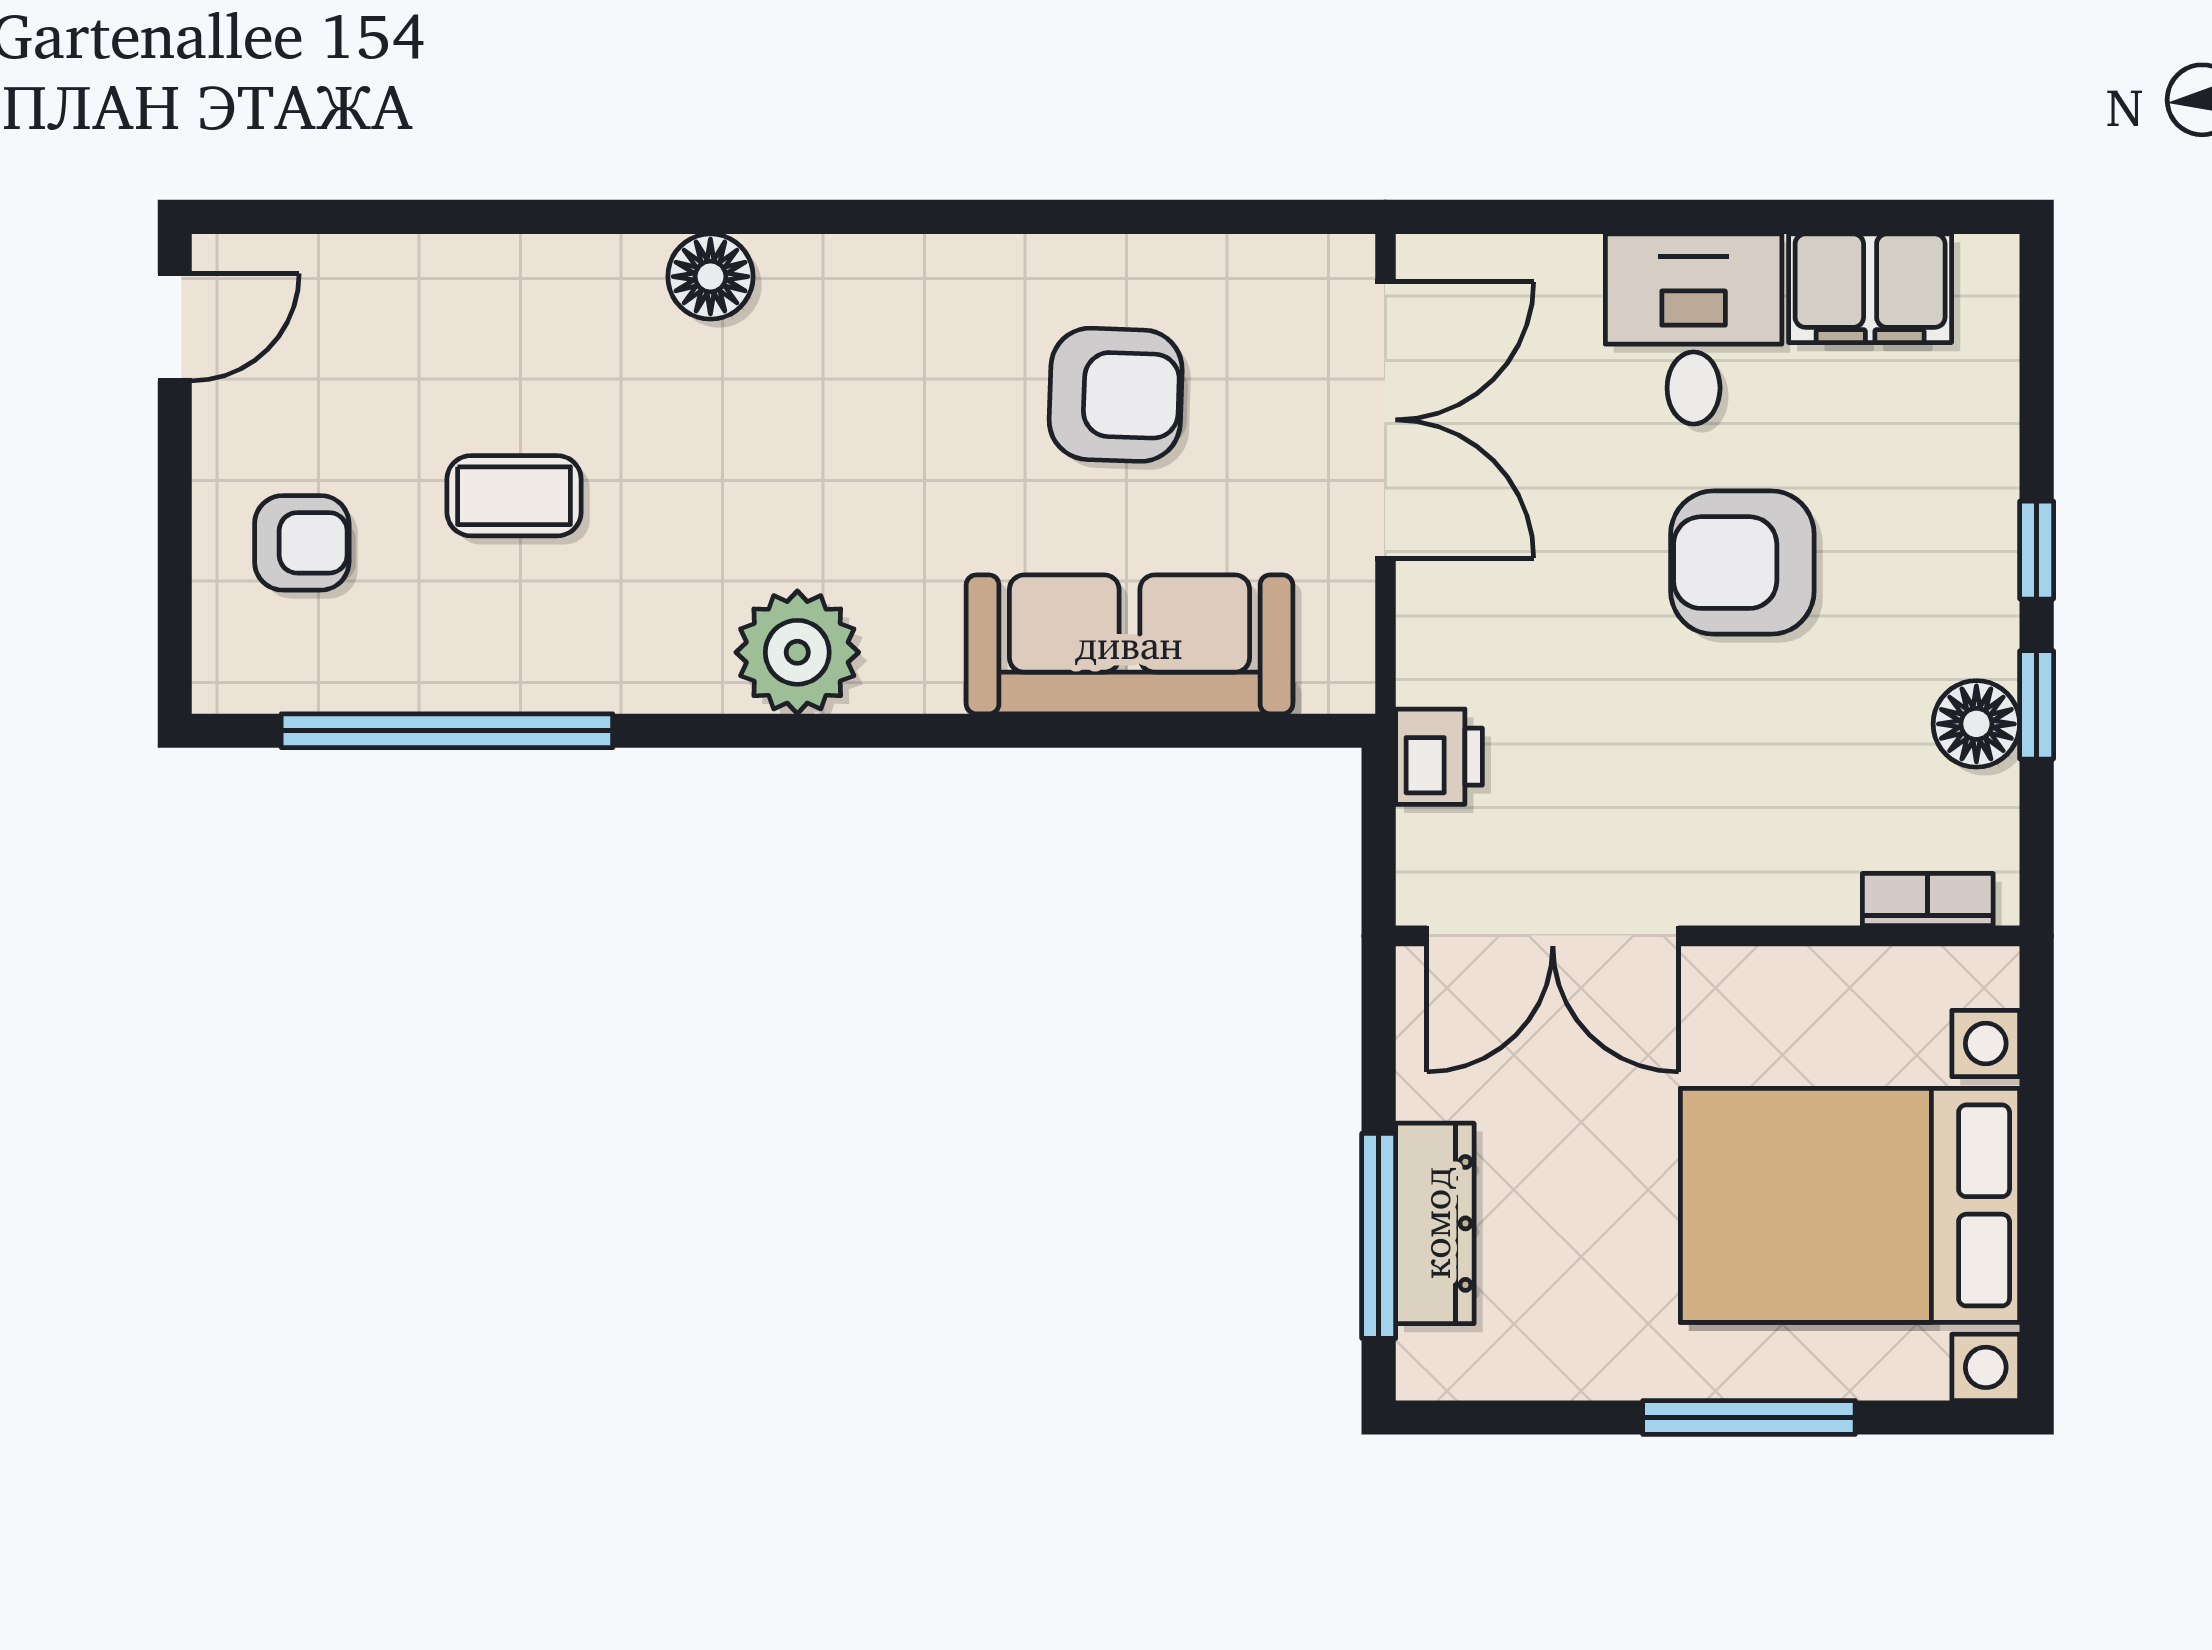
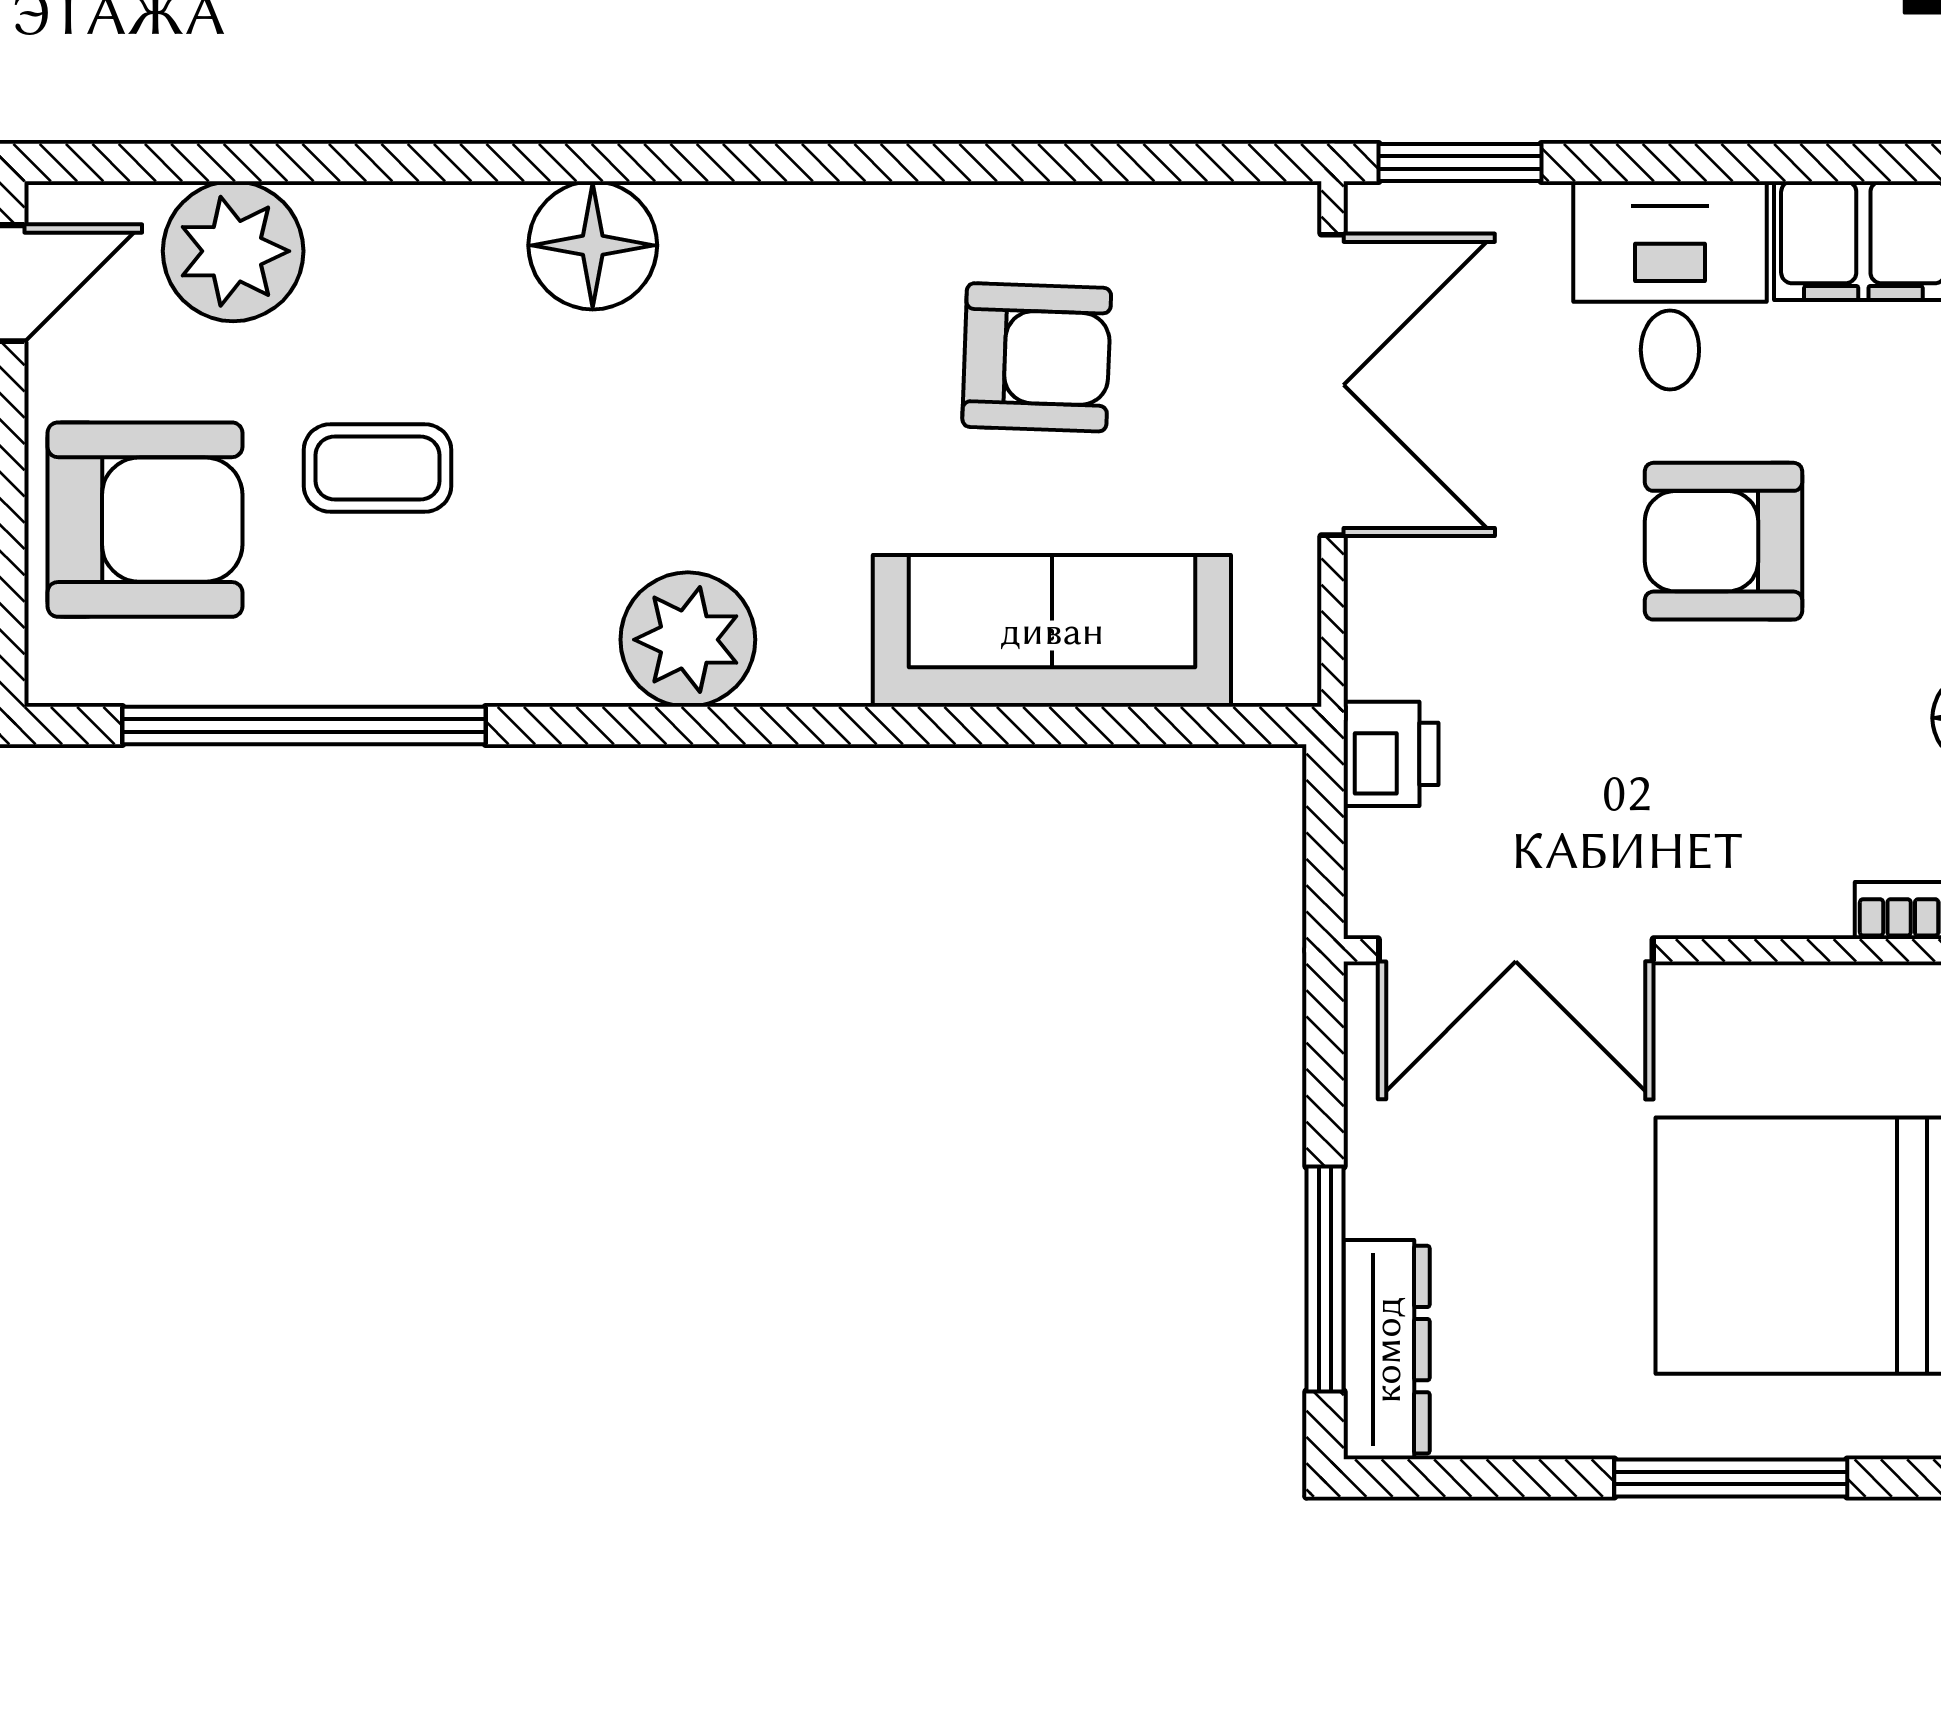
window: (1502, 217) -> (1460, 162), added
floor lamp: (710, 277) -> (593, 245), width x1.38, depth x1.38
plant: (382, 298) -> (233, 251), added
armchair: (302, 543) -> (145, 520), width x1.88, depth x1.88
dresser: (1435, 1223) -> (1387, 1350), moved

